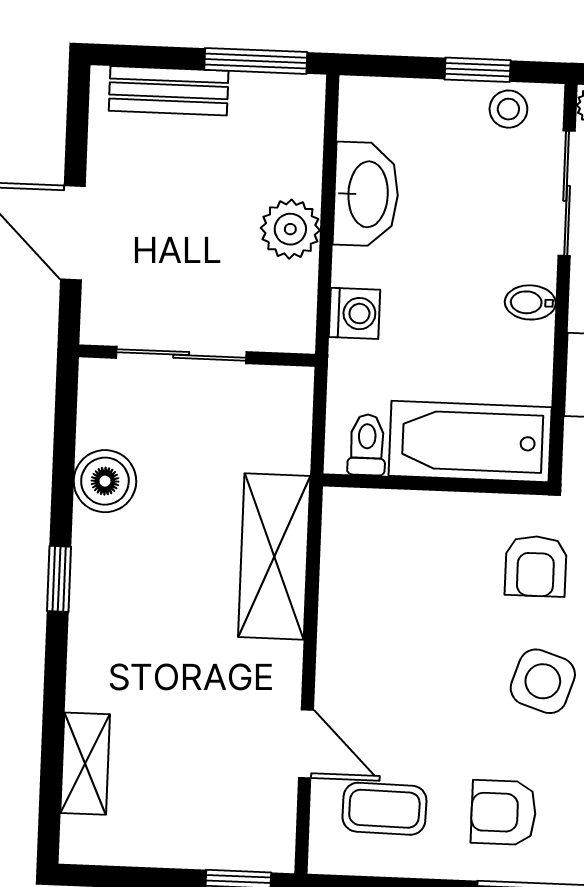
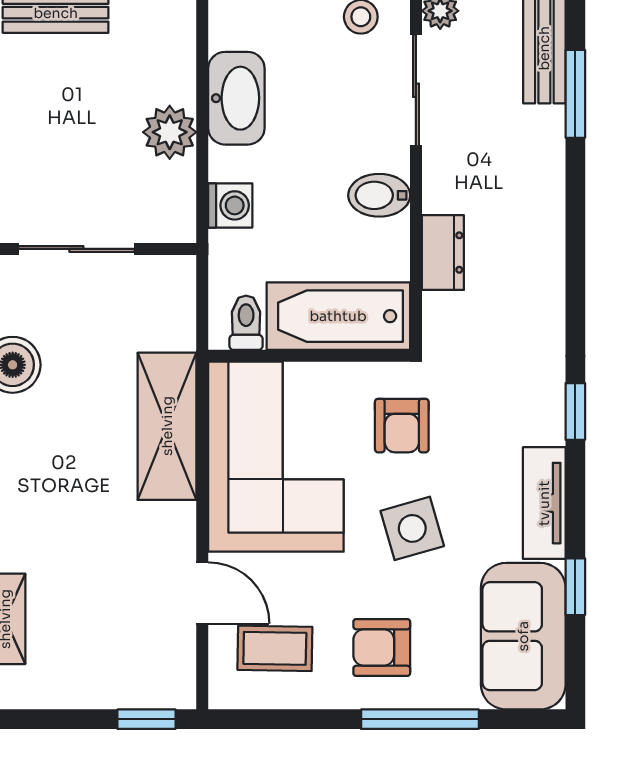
bidet: (530, 302) -> (379, 195), width x1.38, depth x1.36
corner sofa: (394, 595) -> (276, 457), added
side table: (543, 681) -> (412, 528), turned -34

